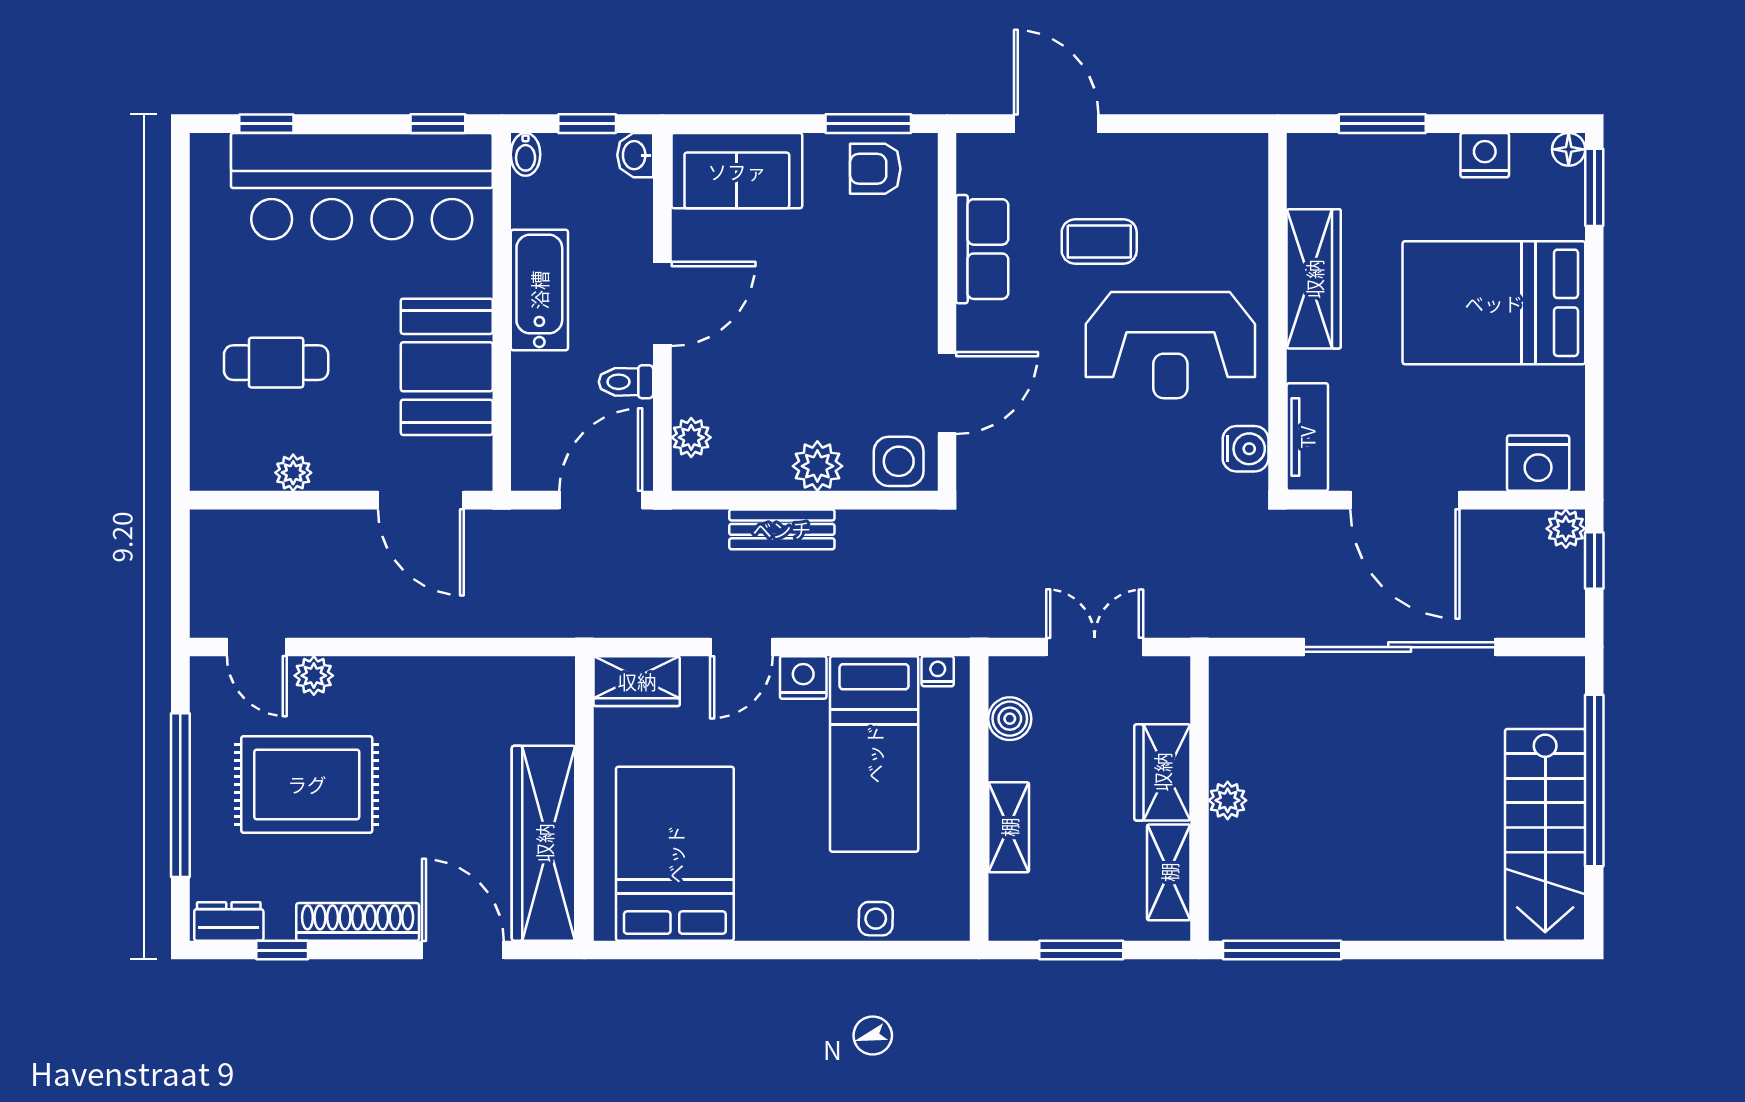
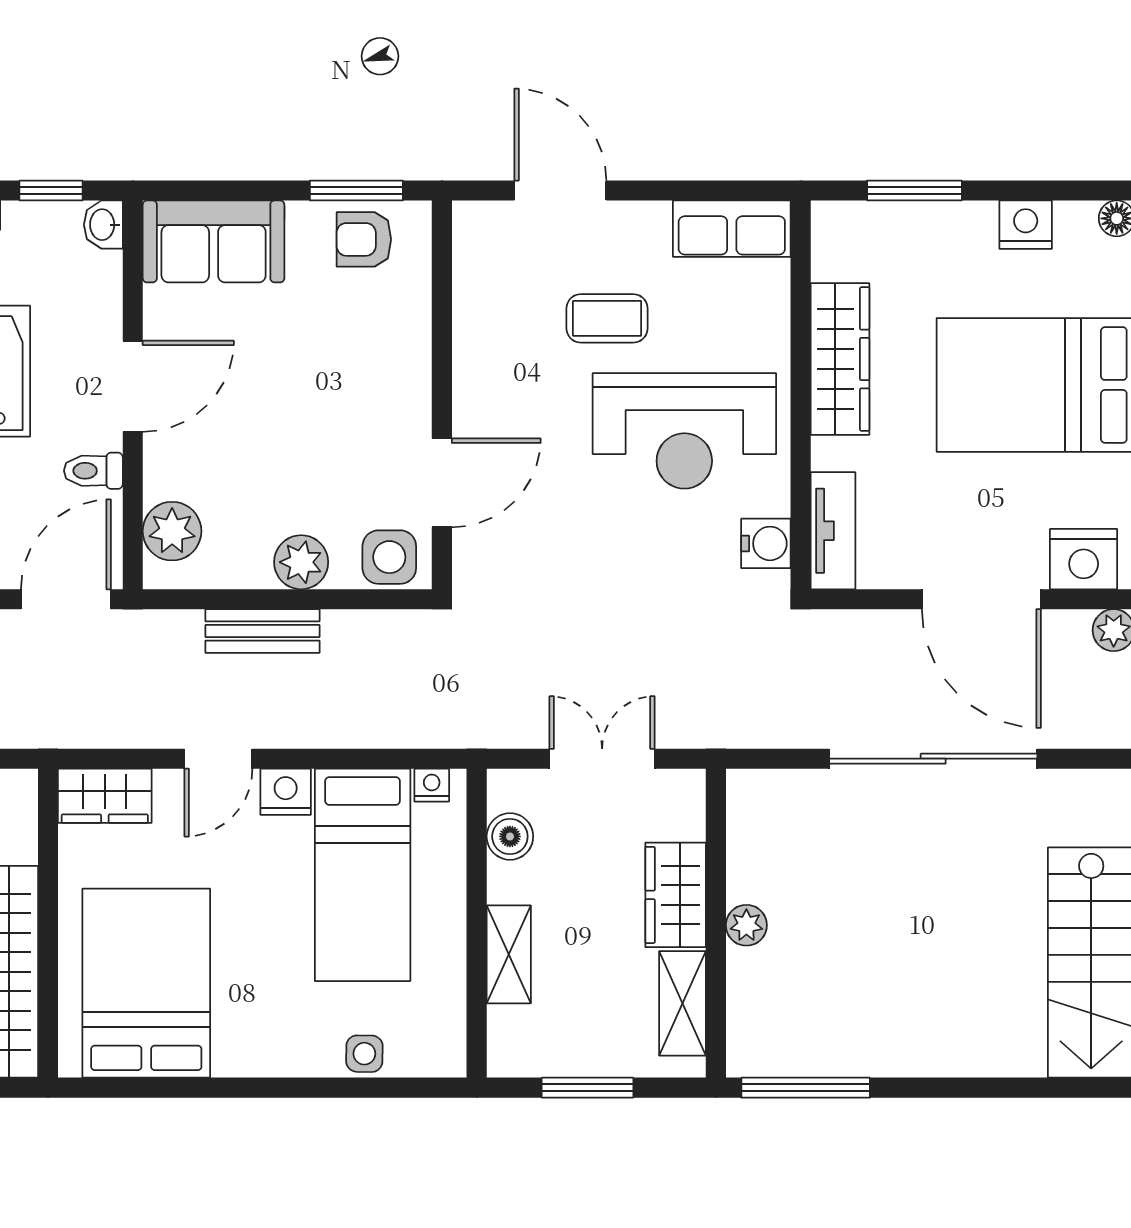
row of seats: (982, 249) -> (732, 229), moved, turned 90
plant: (691, 437) -> (172, 531), width x1.38, depth x1.38
door: (1405, 500) -> (981, 599), moved

